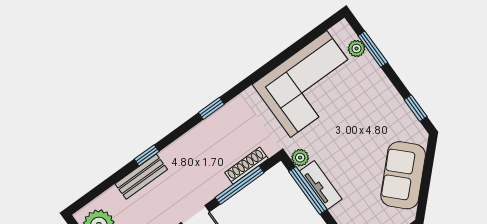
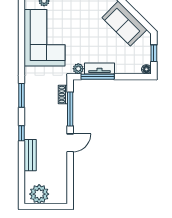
window: (211, 108) -> (21, 95), width x1.50
window: (147, 155) -> (21, 133), moved
shoe rack: (246, 166) -> (63, 95), width x0.70

